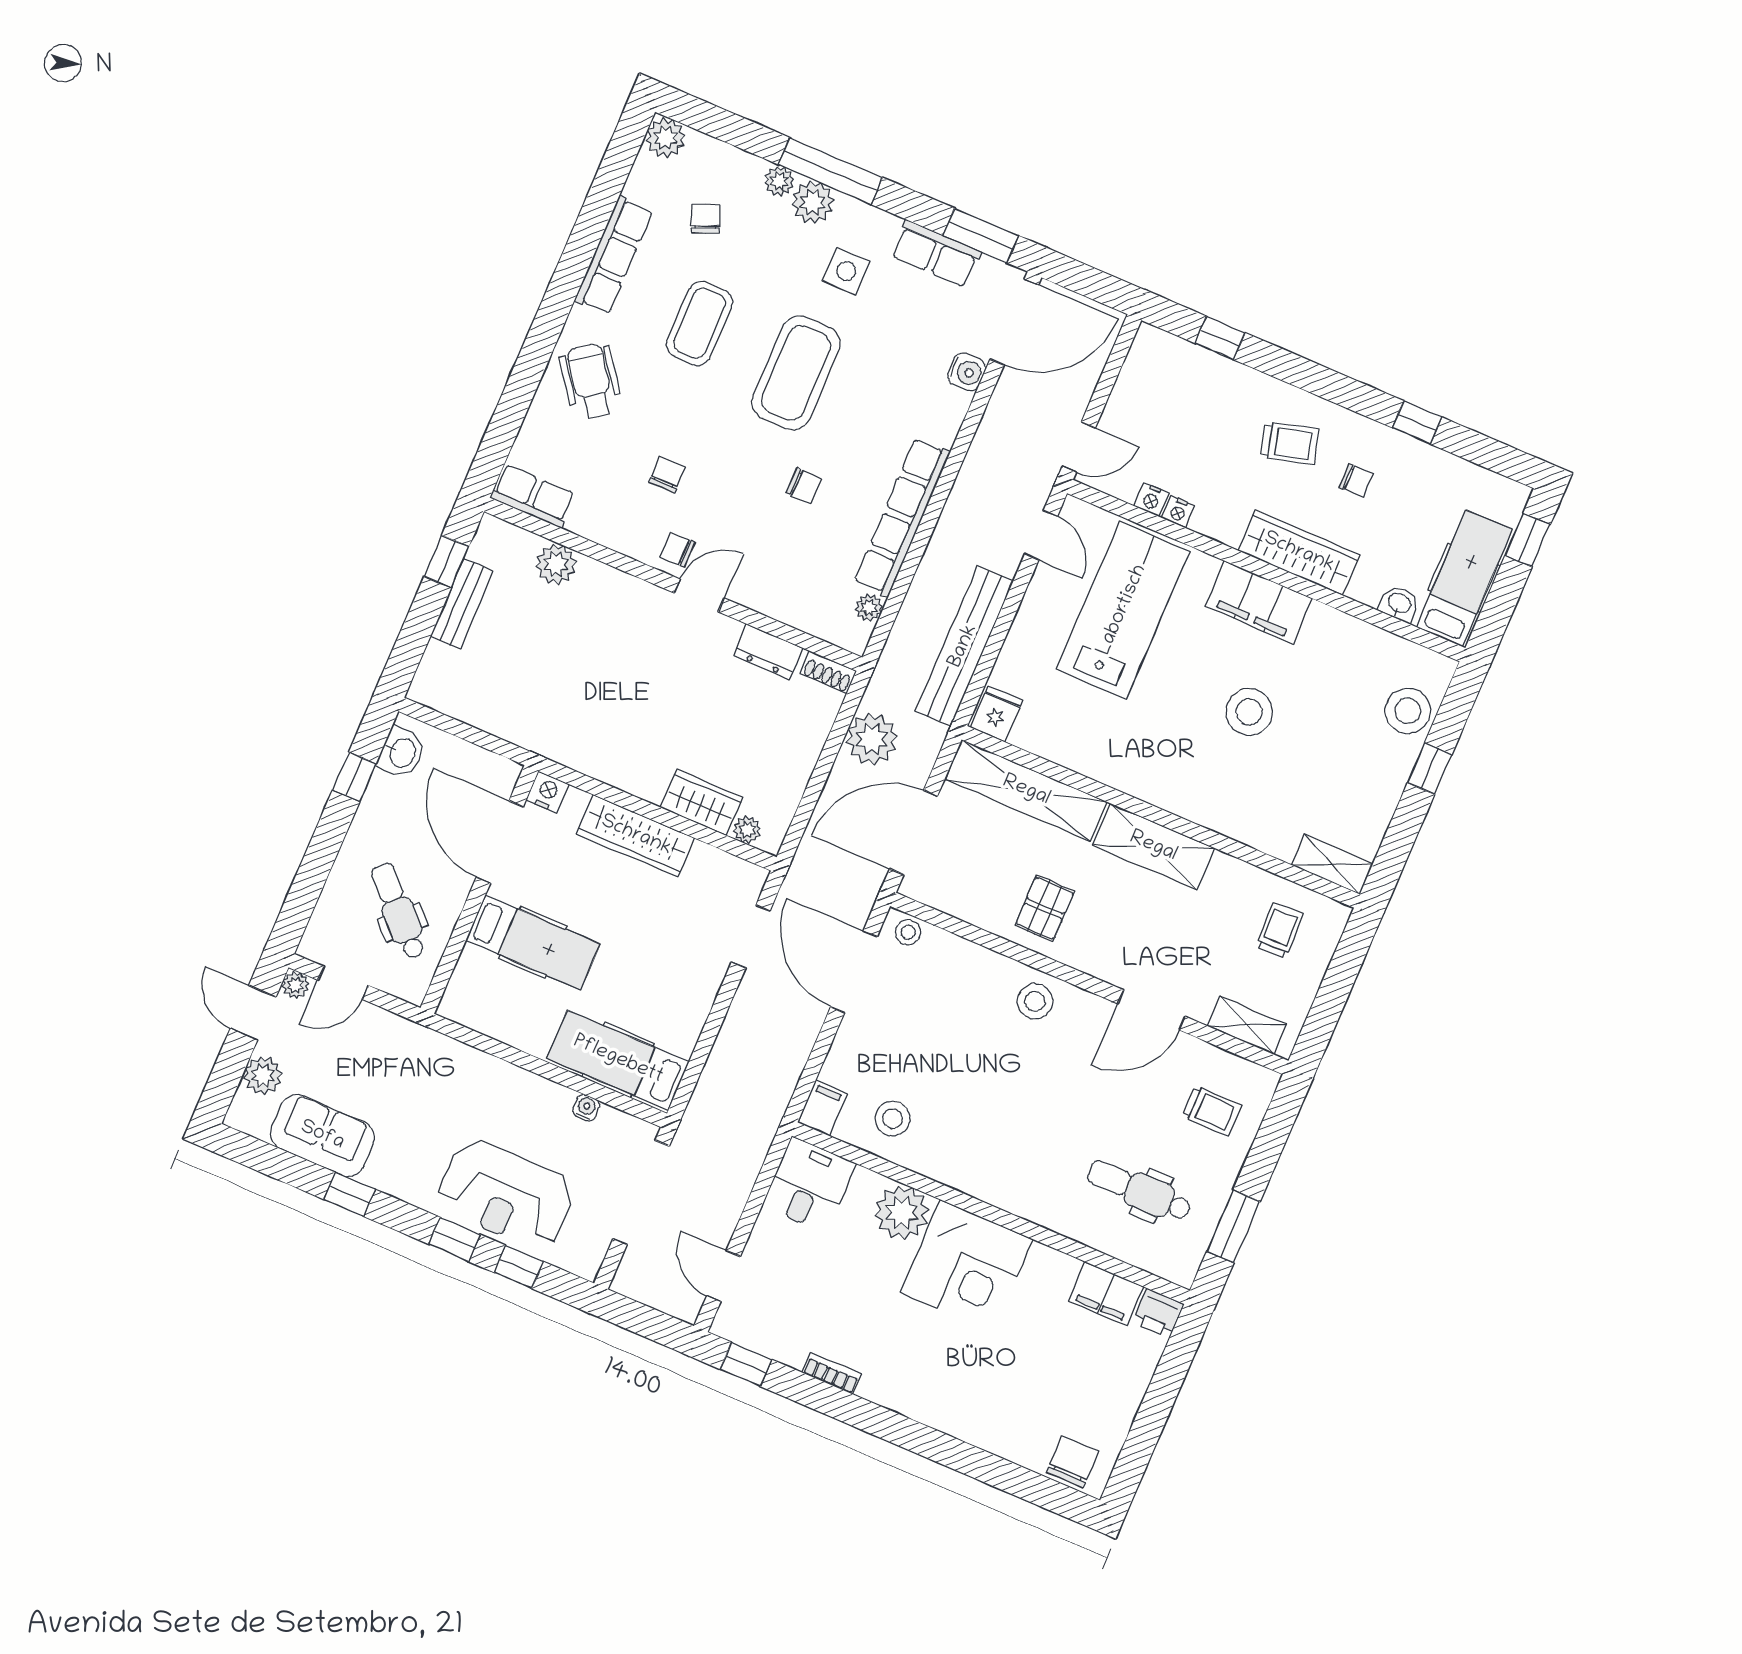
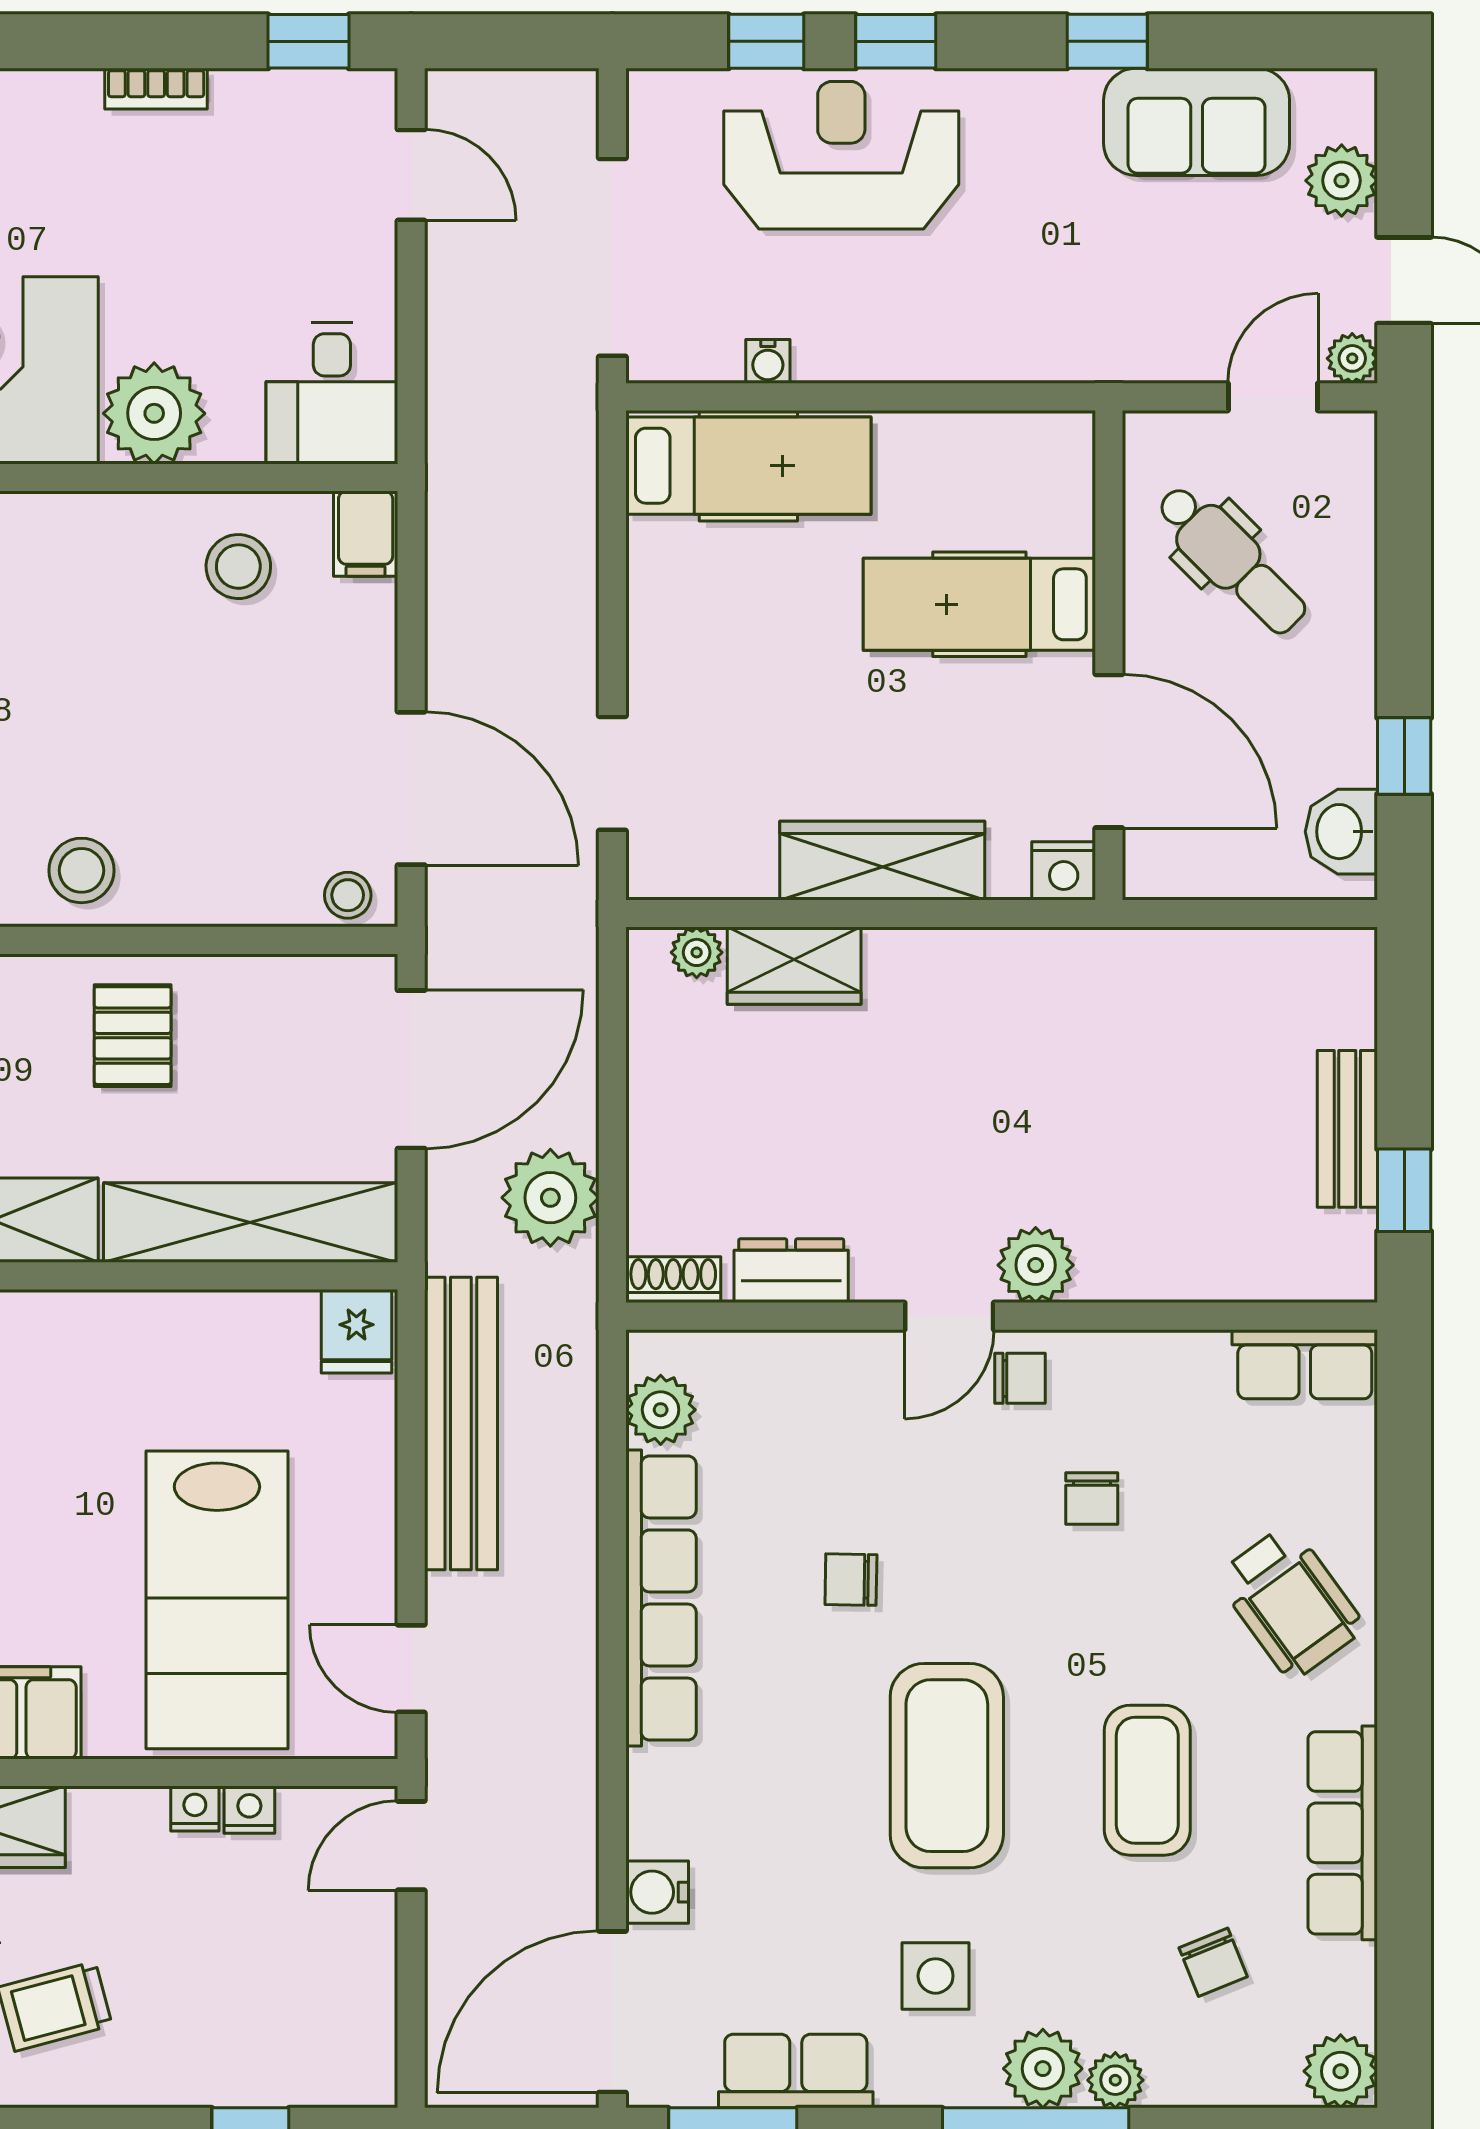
plant: (556, 564) -> (1036, 1265), moved
plant: (869, 608) -> (661, 1410), width x1.38, depth x1.38

